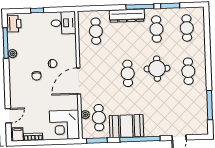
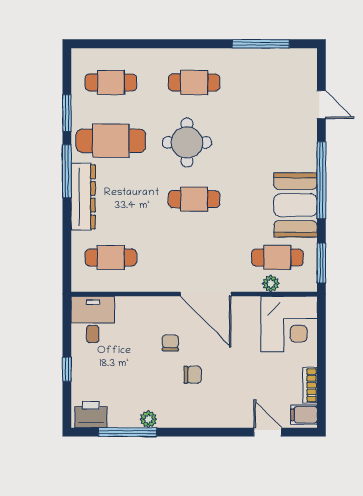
cafe table: (156, 29) -> (111, 141), width x1.37, depth x1.35

